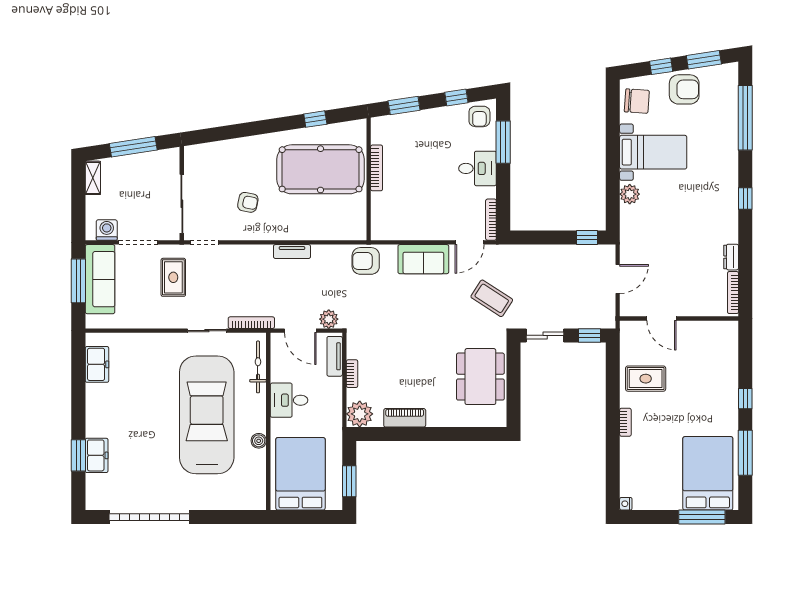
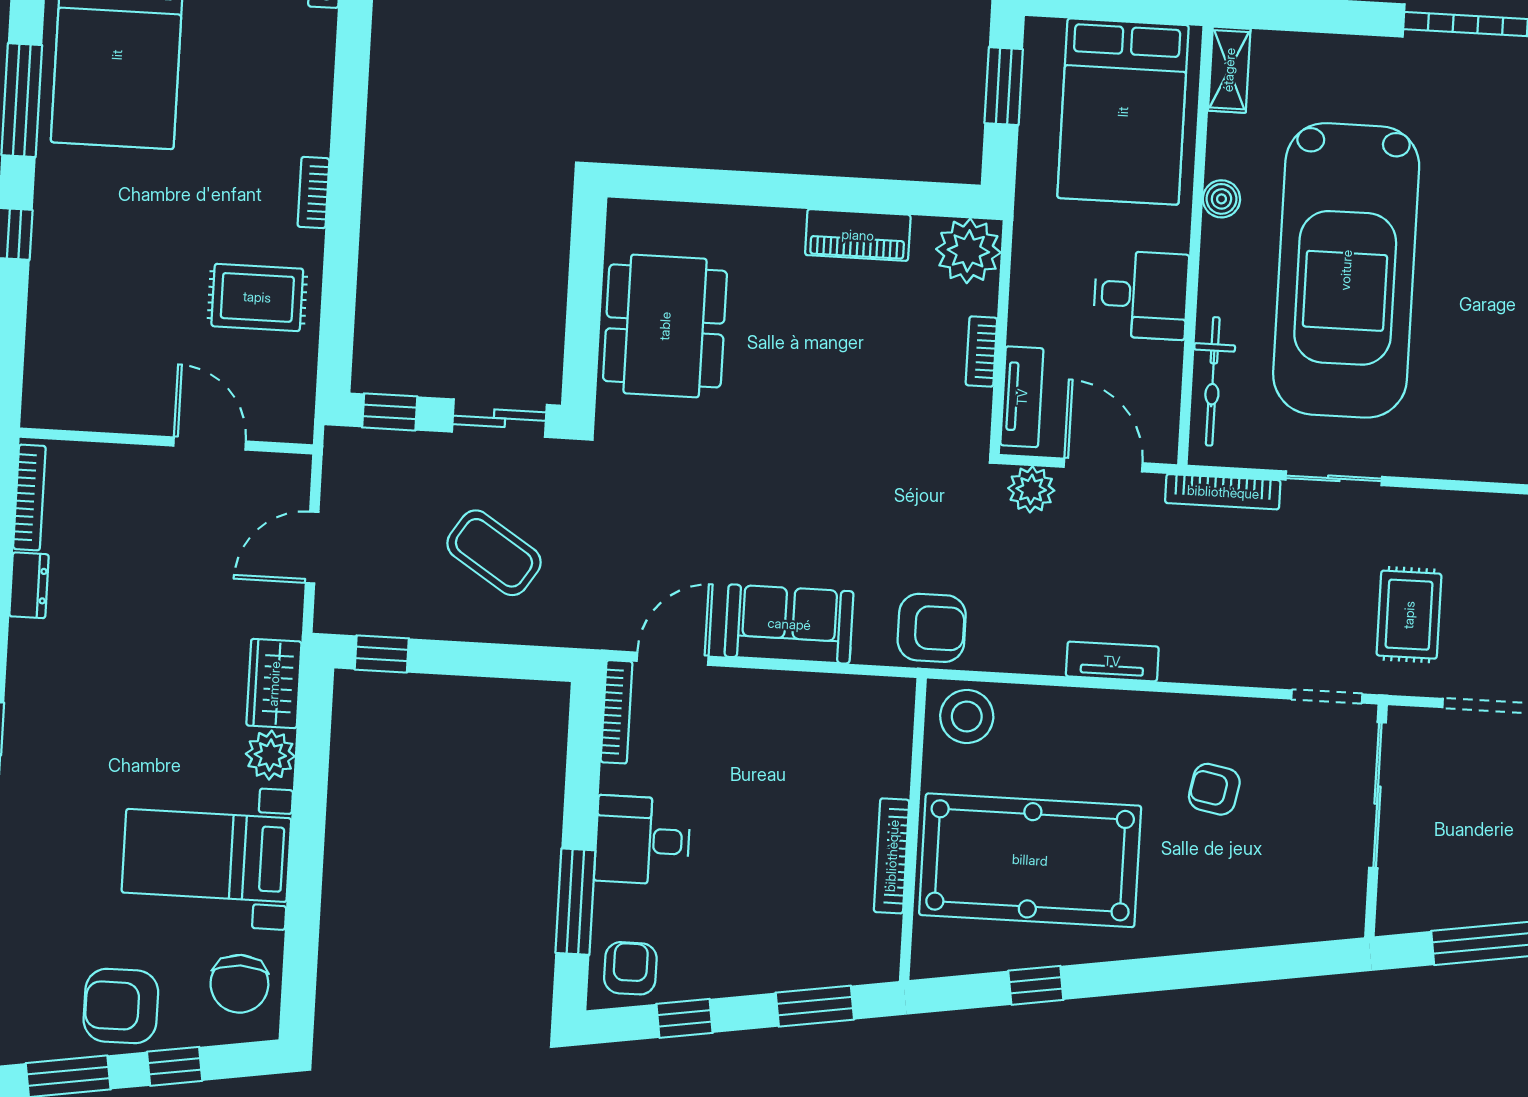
chair: (637, 101) -> (239, 984), turned -94
wardrobe: (630, 223) -> (274, 684), added
stool: (349, 226) -> (967, 716), added
coffee table: (492, 298) -> (494, 553), moved
shelving: (259, 493) -> (1229, 70), added

